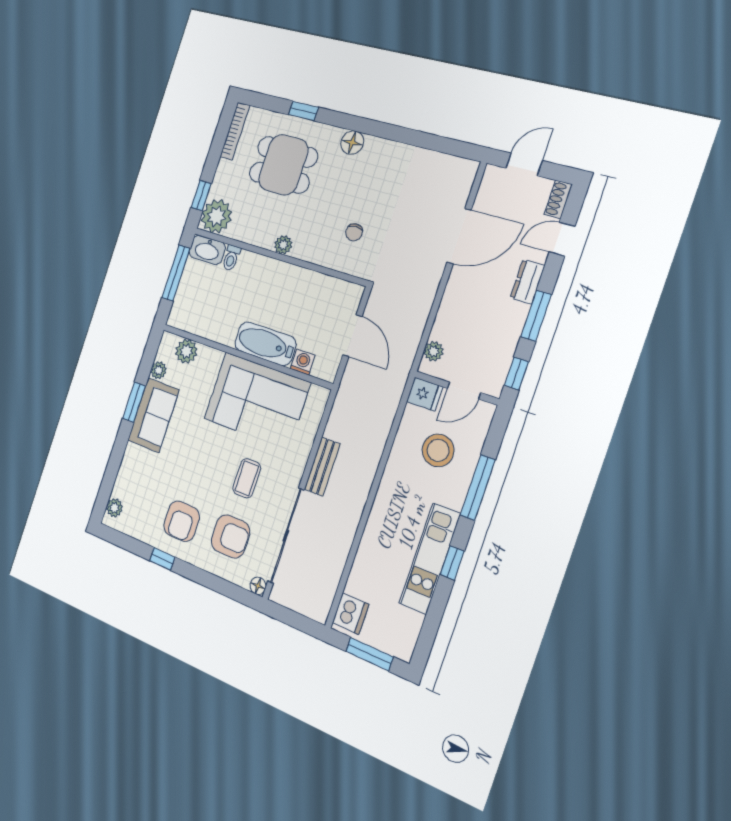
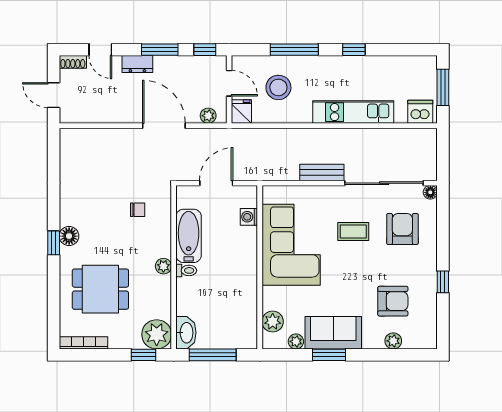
window: (303, 111) -> (54, 243), moved
dining table: (283, 165) -> (100, 289), turned 90
door: (459, 236) -> (164, 126), moved
toilet: (231, 258) -> (186, 270), moved
bathtub: (265, 344) -> (189, 236), moved, turned 180
plant: (114, 508) -> (393, 341), moved
armchair: (182, 521) -> (393, 301), moved
kitchen unit: (430, 559) -> (353, 112), moved, turned 180

